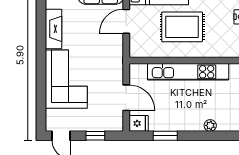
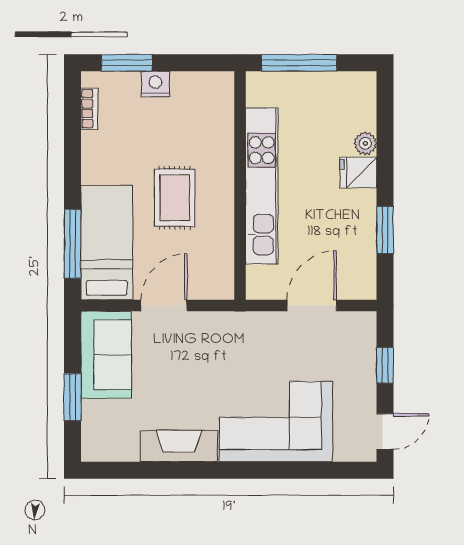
door: (126, 21) -> (164, 306), swing flipped
rug: (182, 27) -> (175, 198), width x0.73, depth x0.70
fridge: (139, 123) -> (358, 173), moved, turned -90

